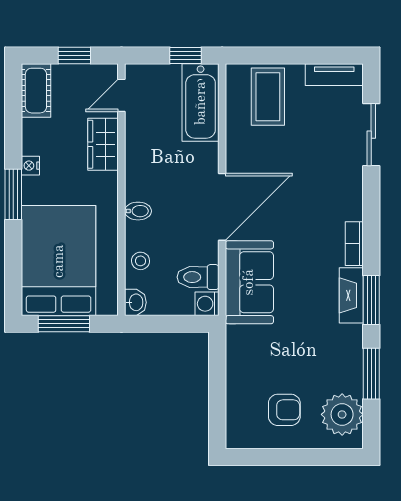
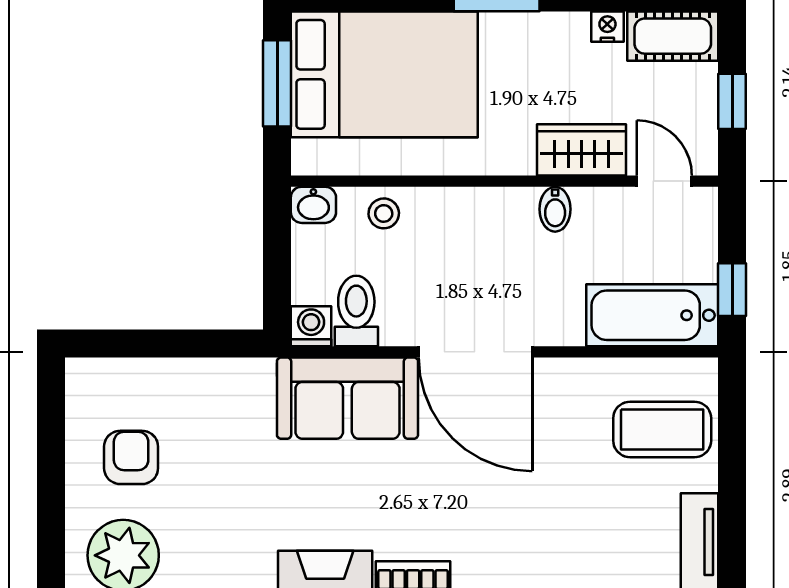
nightstand: (30, 166) -> (607, 27), moved
bidet: (138, 211) -> (555, 209), moved
armchair: (284, 410) -> (131, 457), turned 180

